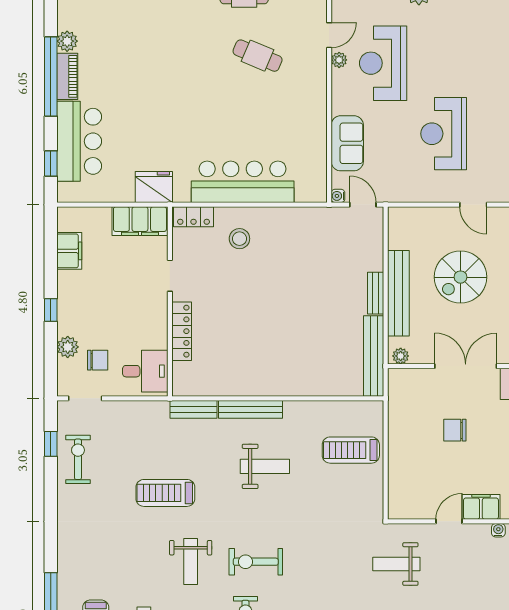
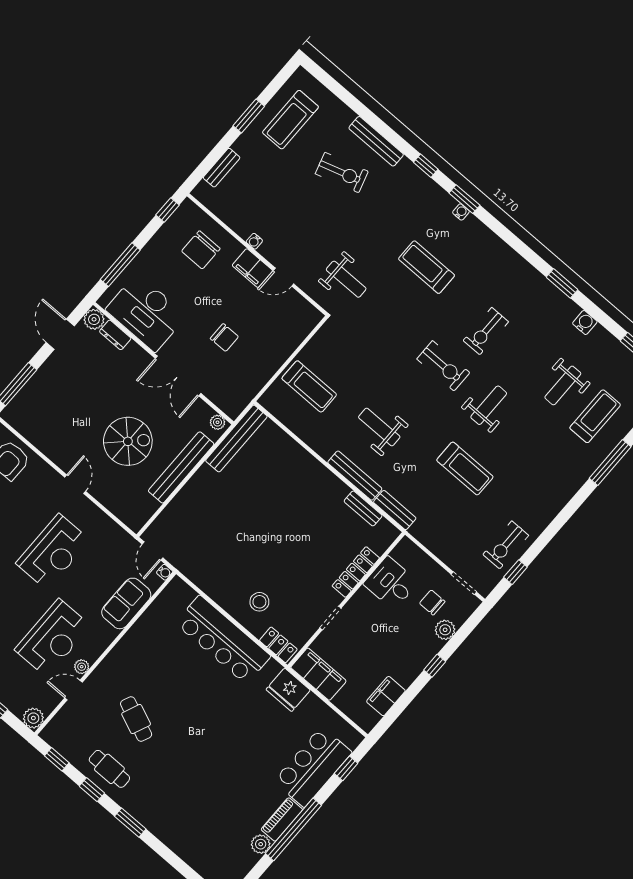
bench: (376, 293) -> (363, 508), moved, turned 90
desk: (145, 371) -> (391, 583), moved

